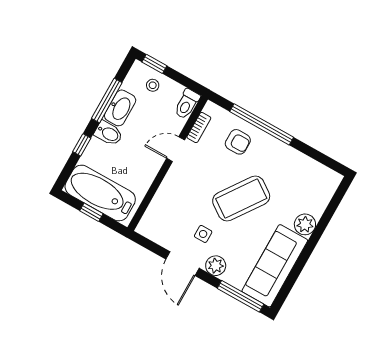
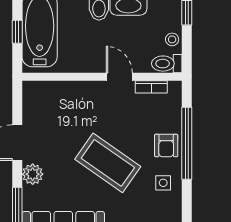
stool: (153, 85) -> (172, 39), moved
armchair: (238, 142) -> (166, 146), moved
side table: (203, 234) -> (163, 183), moved

